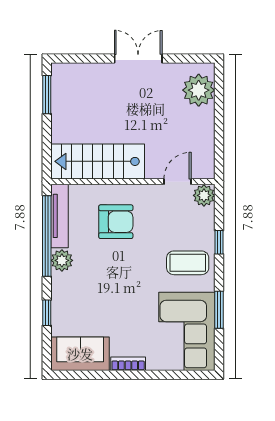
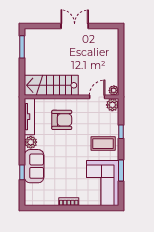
plant: (199, 90) -> (114, 90), moved, width x0.53, depth x0.53
window: (47, 236) -> (22, 128), removed
sofa: (80, 354) -> (34, 166), moved, turned 90

